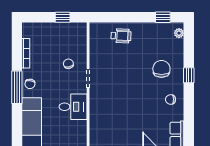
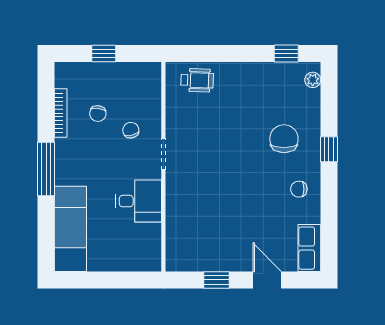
window: (63, 17) -> (104, 54), moved
wheelchair: (121, 36) -> (197, 80), moved
chair: (30, 84) -> (98, 114), moved

